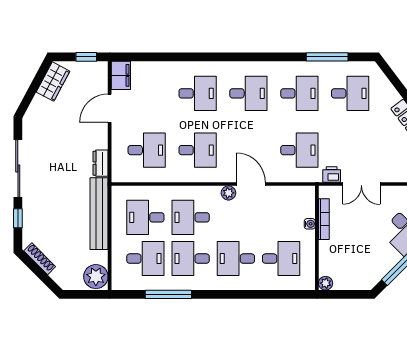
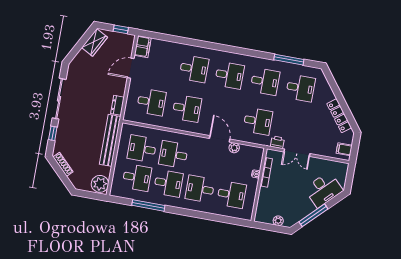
plant: (228, 193) -> (234, 148), moved
desk: (191, 259) -> (168, 183), turned 180
plant: (326, 283) -> (278, 221), moved

